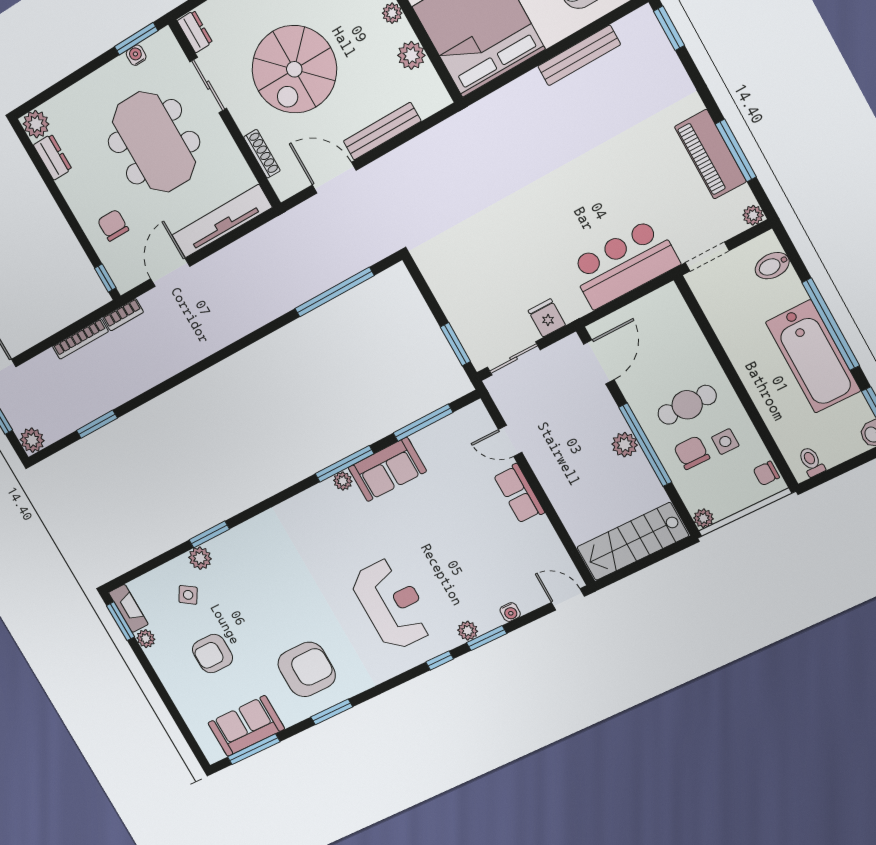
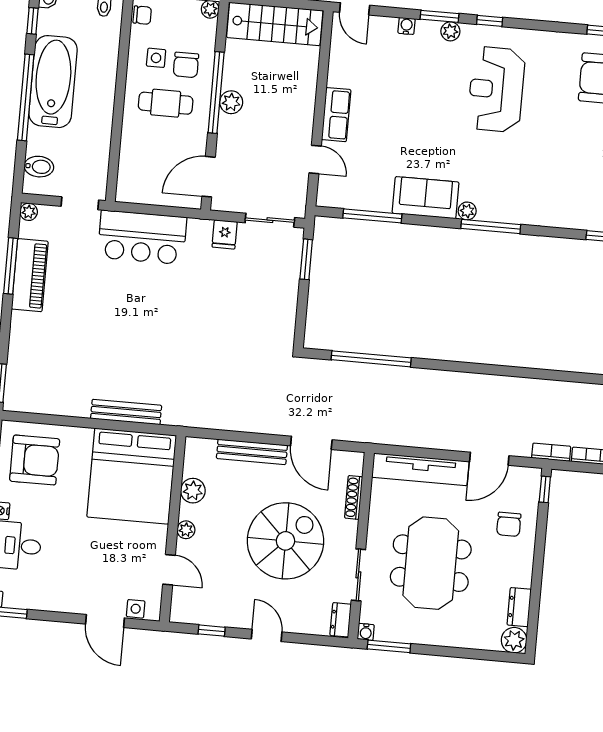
water cooler: (136, 55) -> (366, 632), moved
bench: (579, 55) -> (126, 412), moved
window: (344, 464) -> (491, 226), moved

